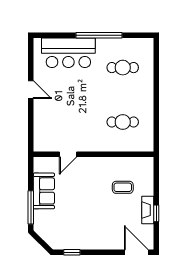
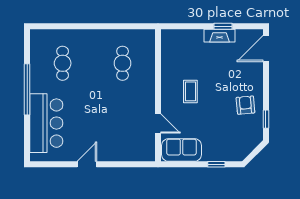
coffee table: (123, 187) -> (190, 91), moved
sofa: (44, 191) -> (182, 150), moved
window: (31, 207) -> (216, 164), width x0.46
armchair: (85, 234) -> (245, 105), added

